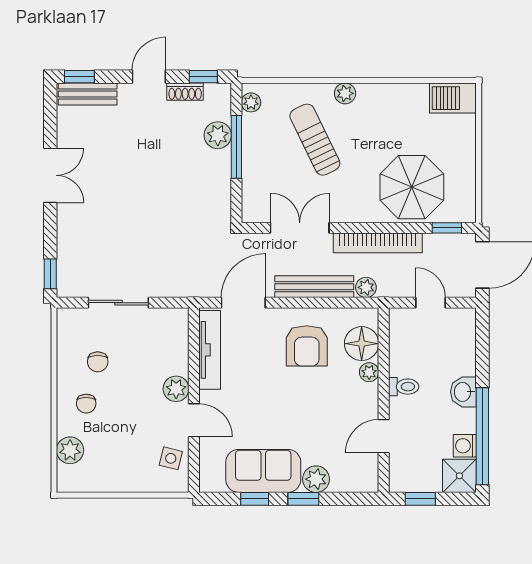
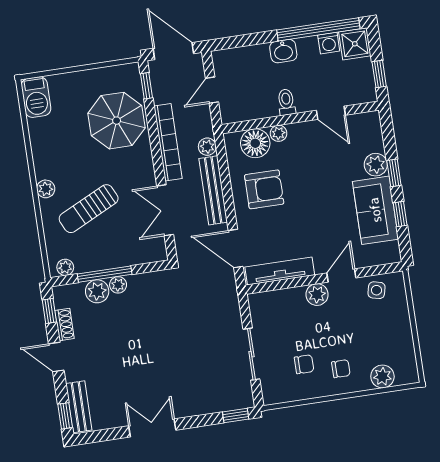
plant: (222, 161) -> (118, 285), added

